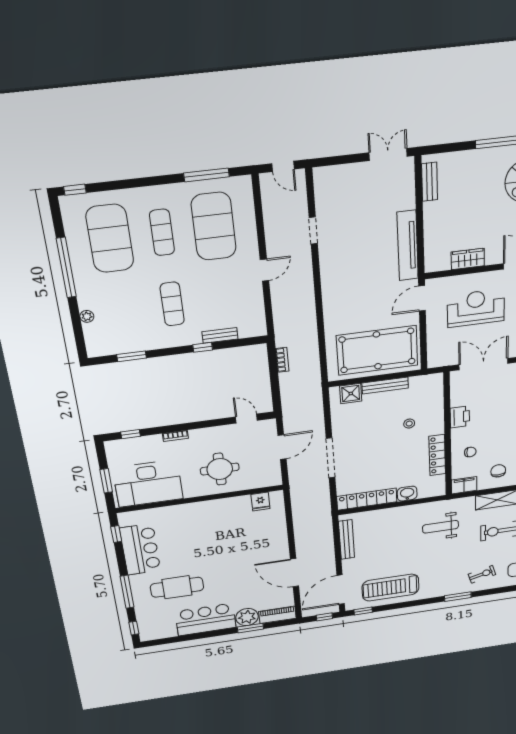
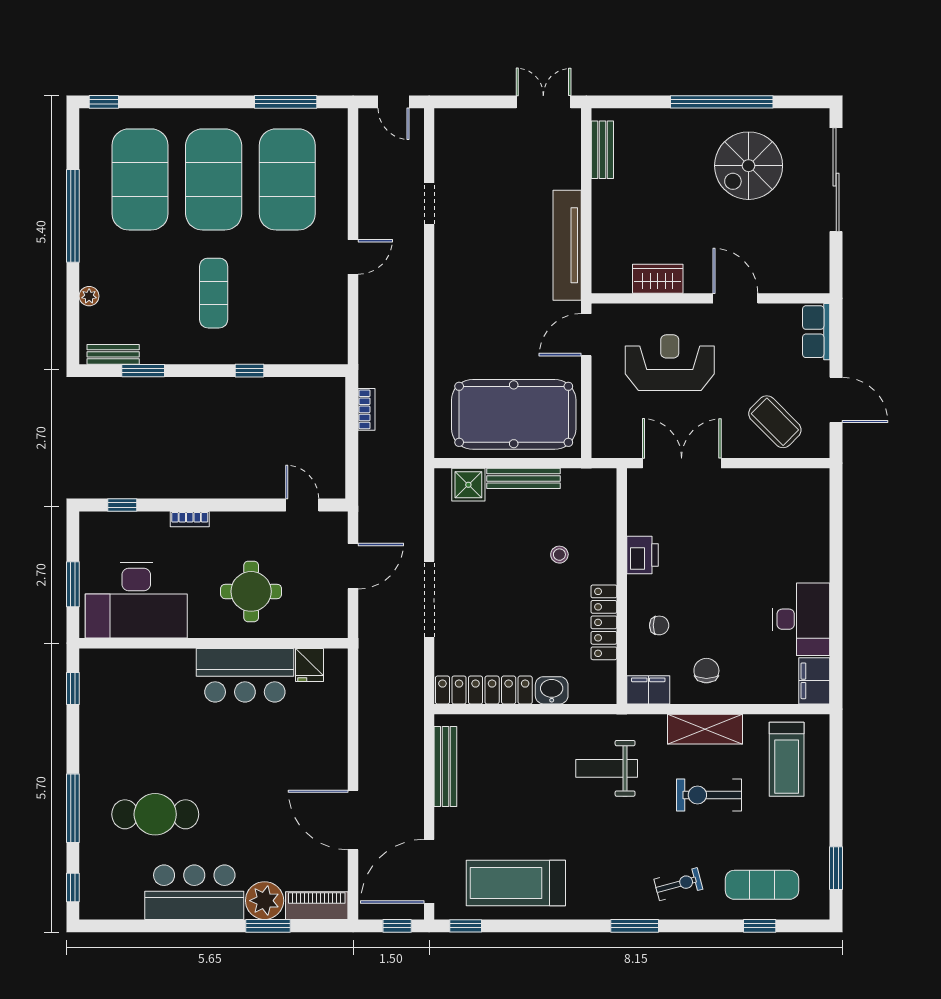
exercise mat: (162, 232) -> (214, 179), width x2.00, depth x1.45
bench: (220, 335) -> (113, 354), moved
bar counter: (140, 549) -> (245, 675), moved, turned 90

